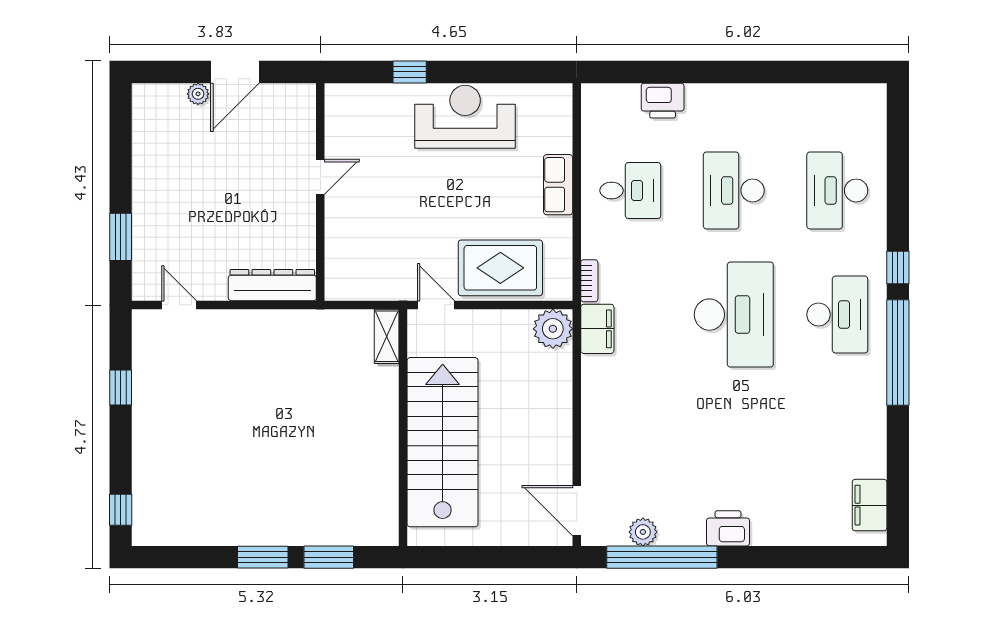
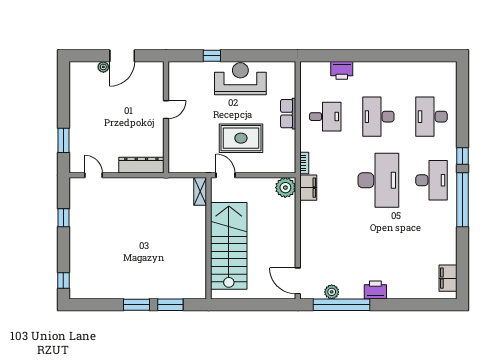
rug: (500, 268) -> (241, 138), moved

